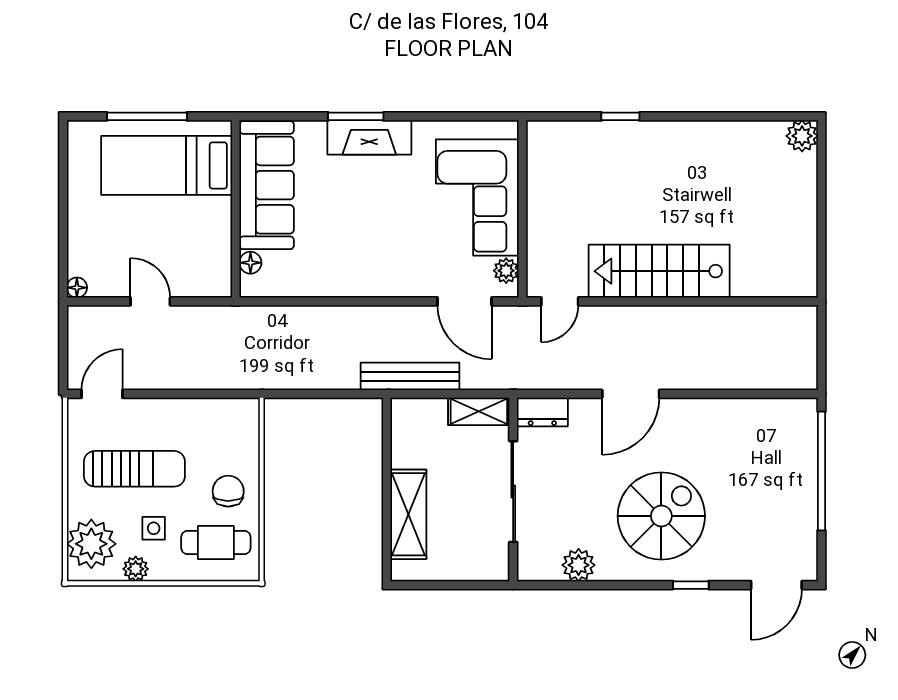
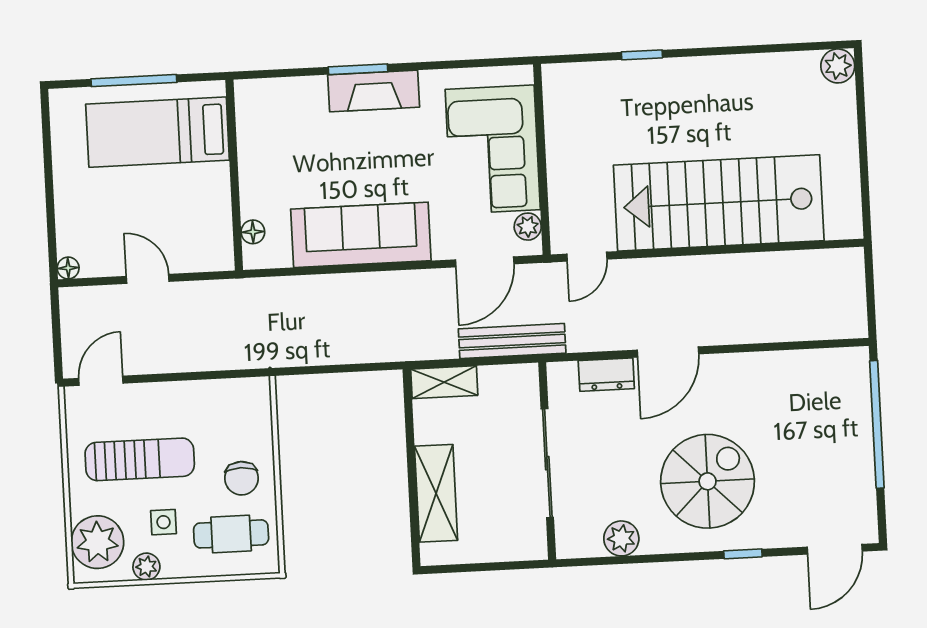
sofa: (267, 185) -> (361, 235), moved, turned -90
stairs: (659, 271) -> (719, 203), width x1.36, depth x1.51
door: (465, 301) -> (485, 262), hinge flipped
bench: (410, 376) -> (512, 341), moved
shelving: (479, 411) -> (444, 382), moved
dresser: (542, 412) -> (606, 375), moved
chair: (228, 491) -> (241, 478), turned 180

